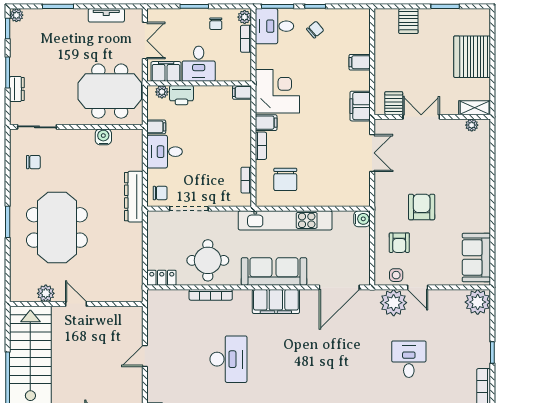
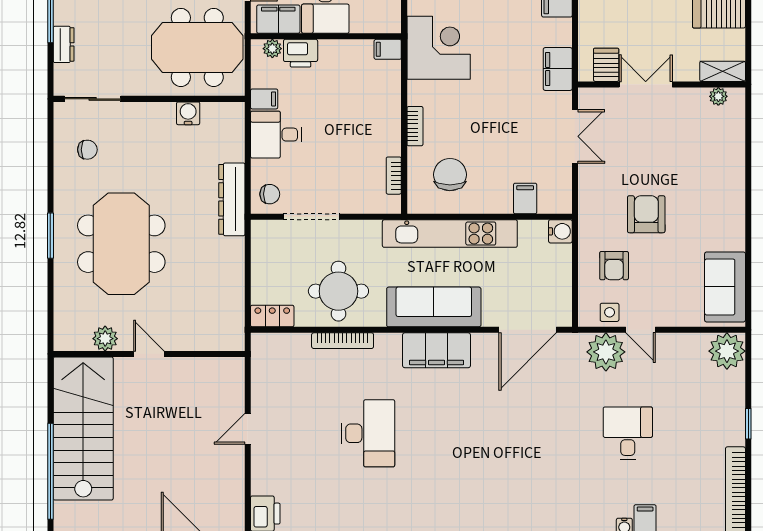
filing cabinet: (266, 123) -> (525, 198), moved, turned -90
chair: (285, 179) -> (450, 175), turned 180

